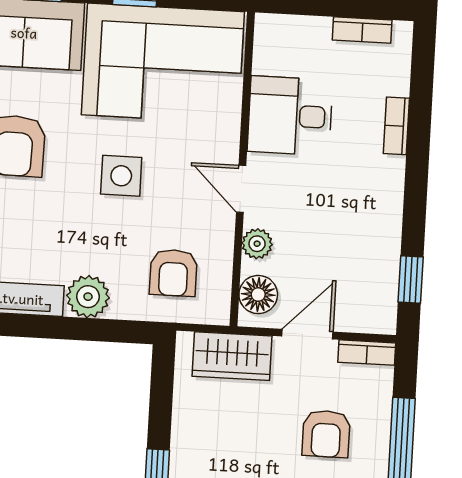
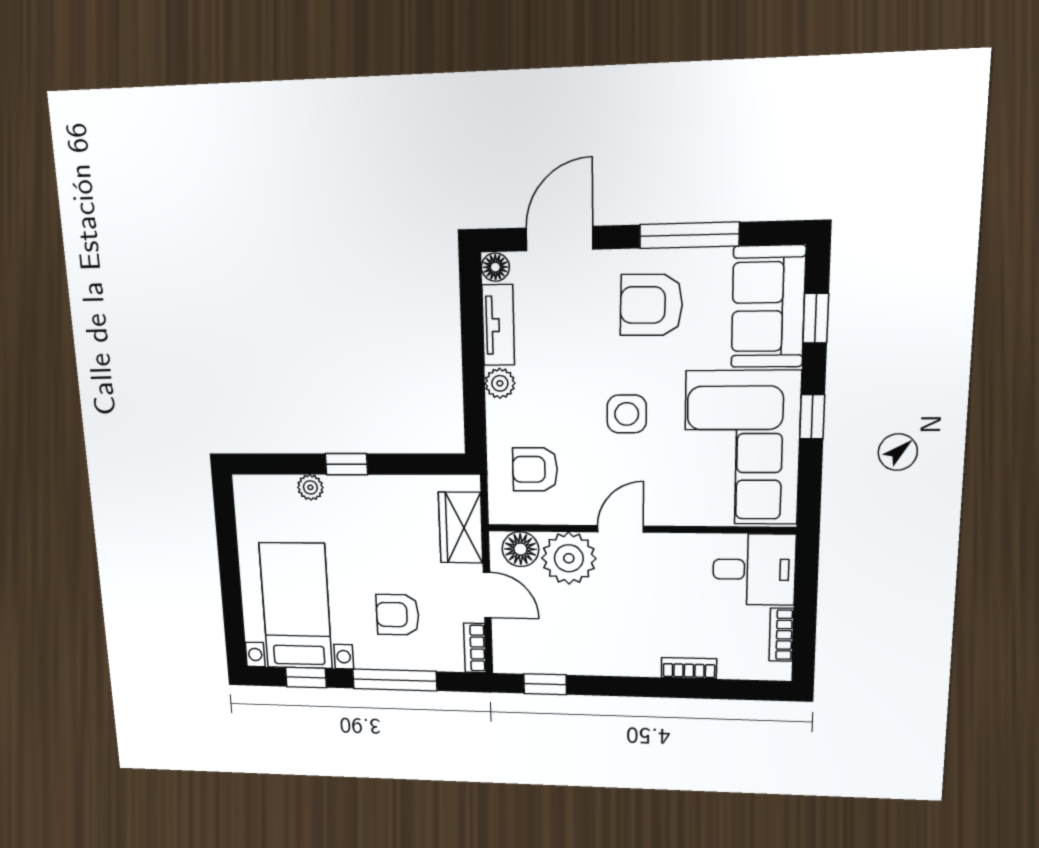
desk: (290, 116) -> (754, 569), moved, turned 90
plant: (257, 244) -> (569, 558), width x1.87, depth x1.87
plant: (88, 297) -> (500, 383), width x0.73, depth x0.73

